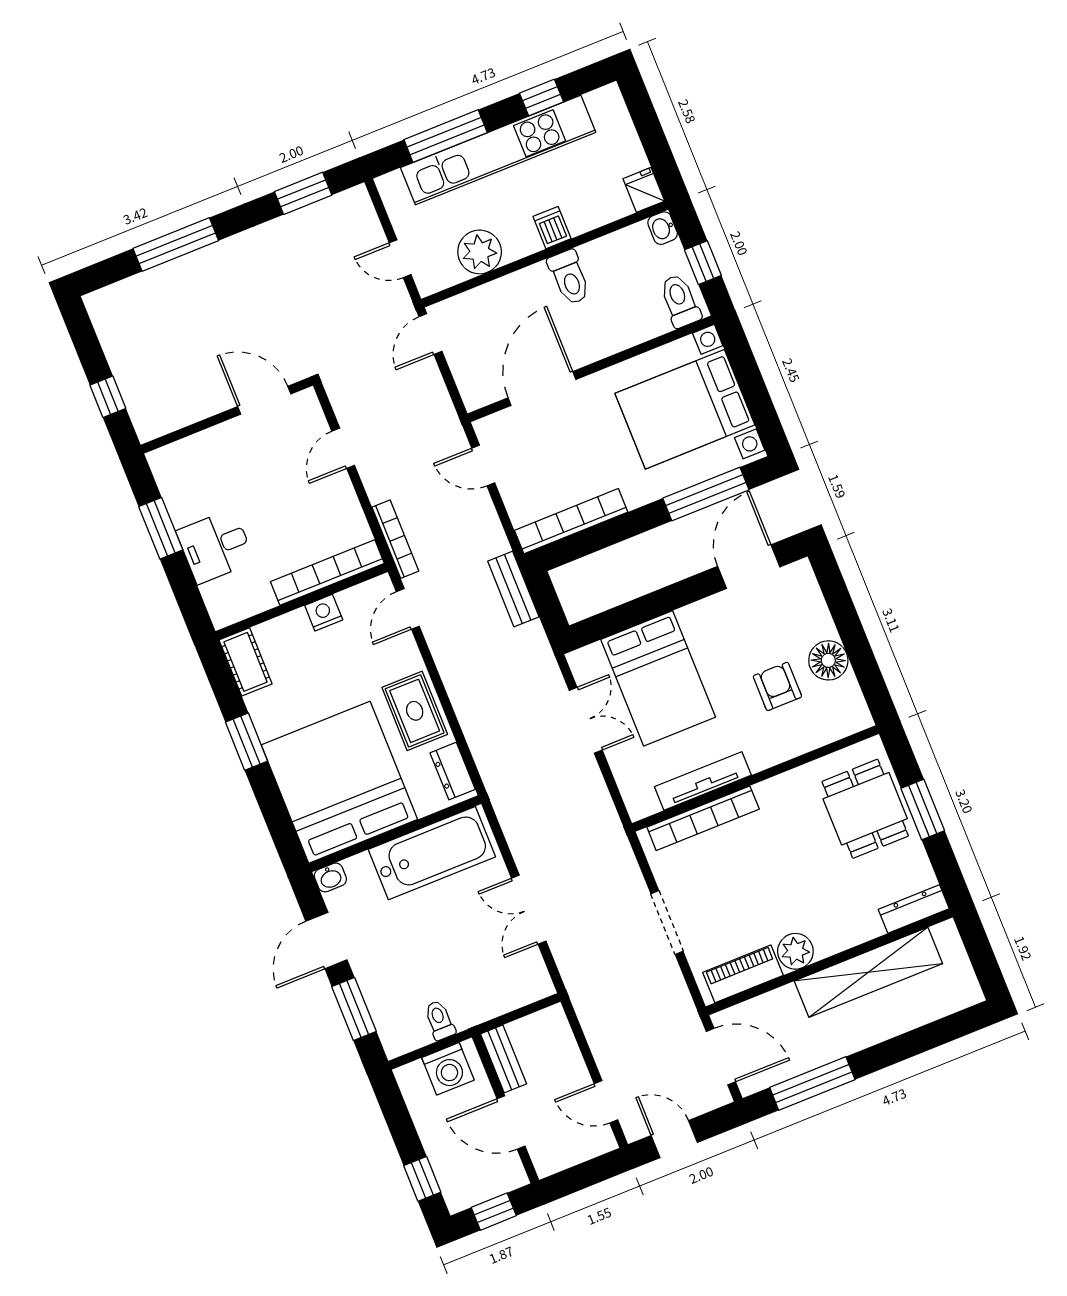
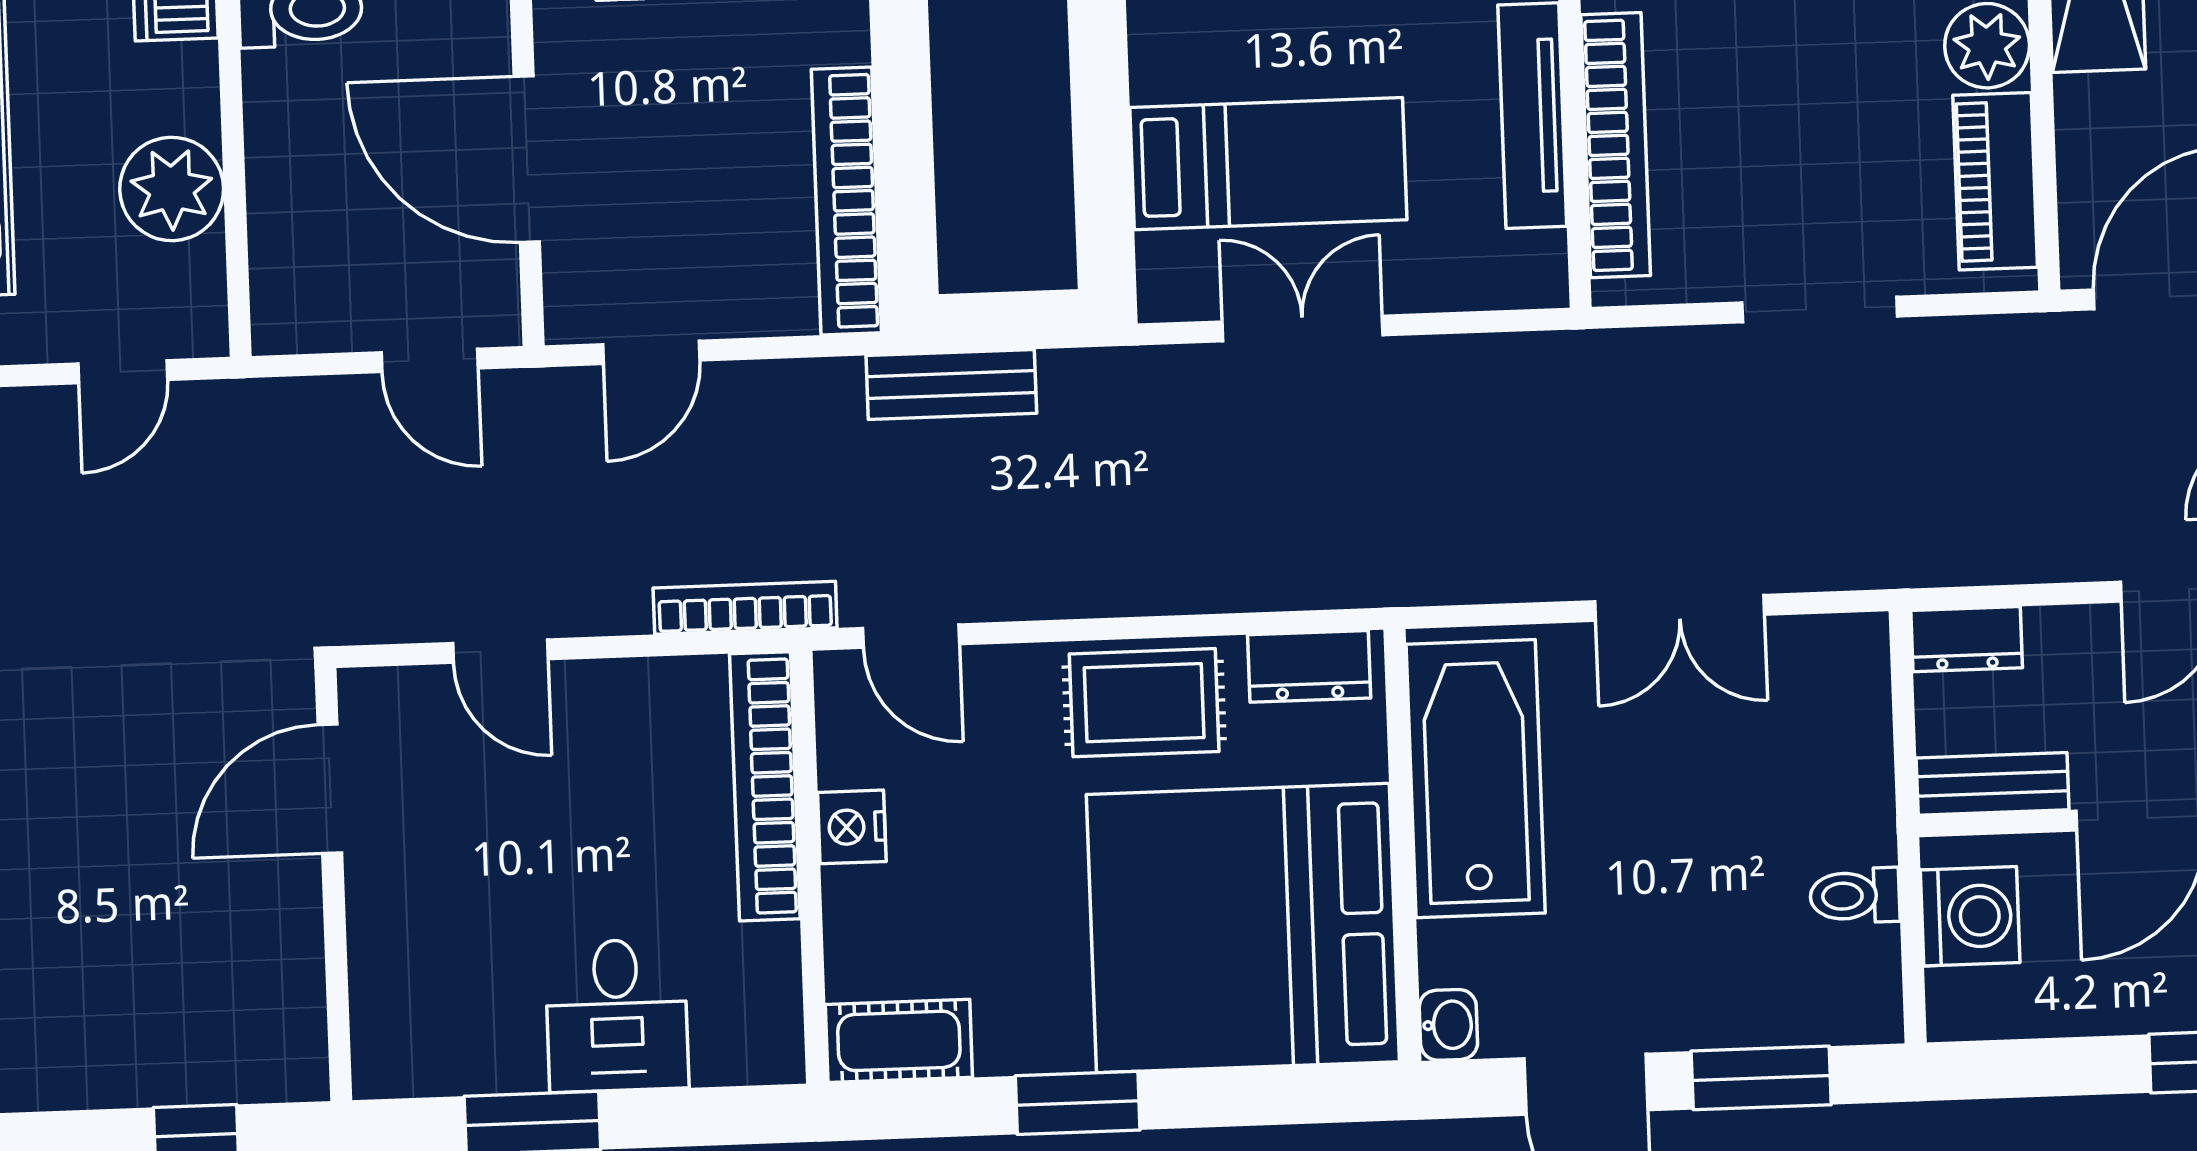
door: (430, 334) -> (430, 360), moved
bed: (658, 678) -> (1268, 164), width x0.67
dresser: (557, 1028) -> (1967, 639), added

